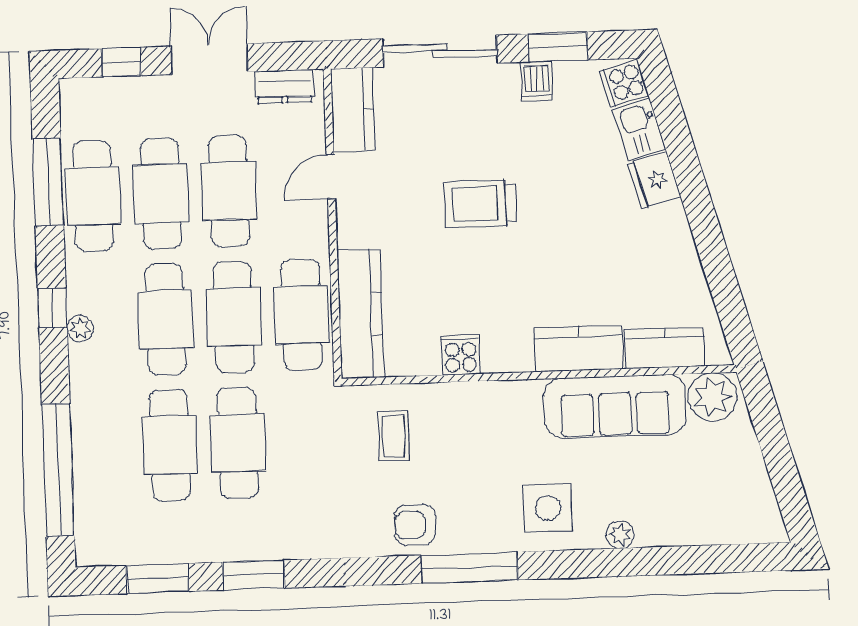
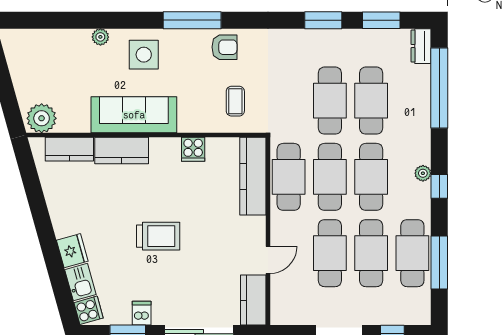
dresser: (284, 87) -> (421, 46), moved, turned -90
trolley: (480, 204) -> (158, 236), moved
sofa: (615, 406) -> (134, 115), moved

